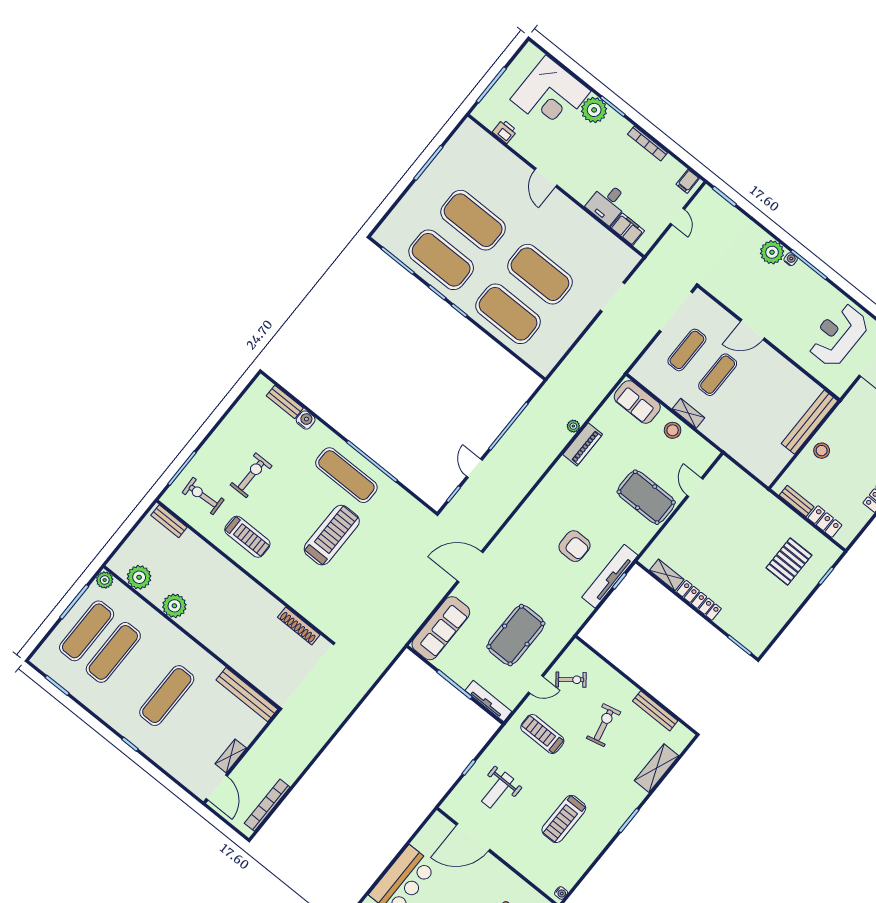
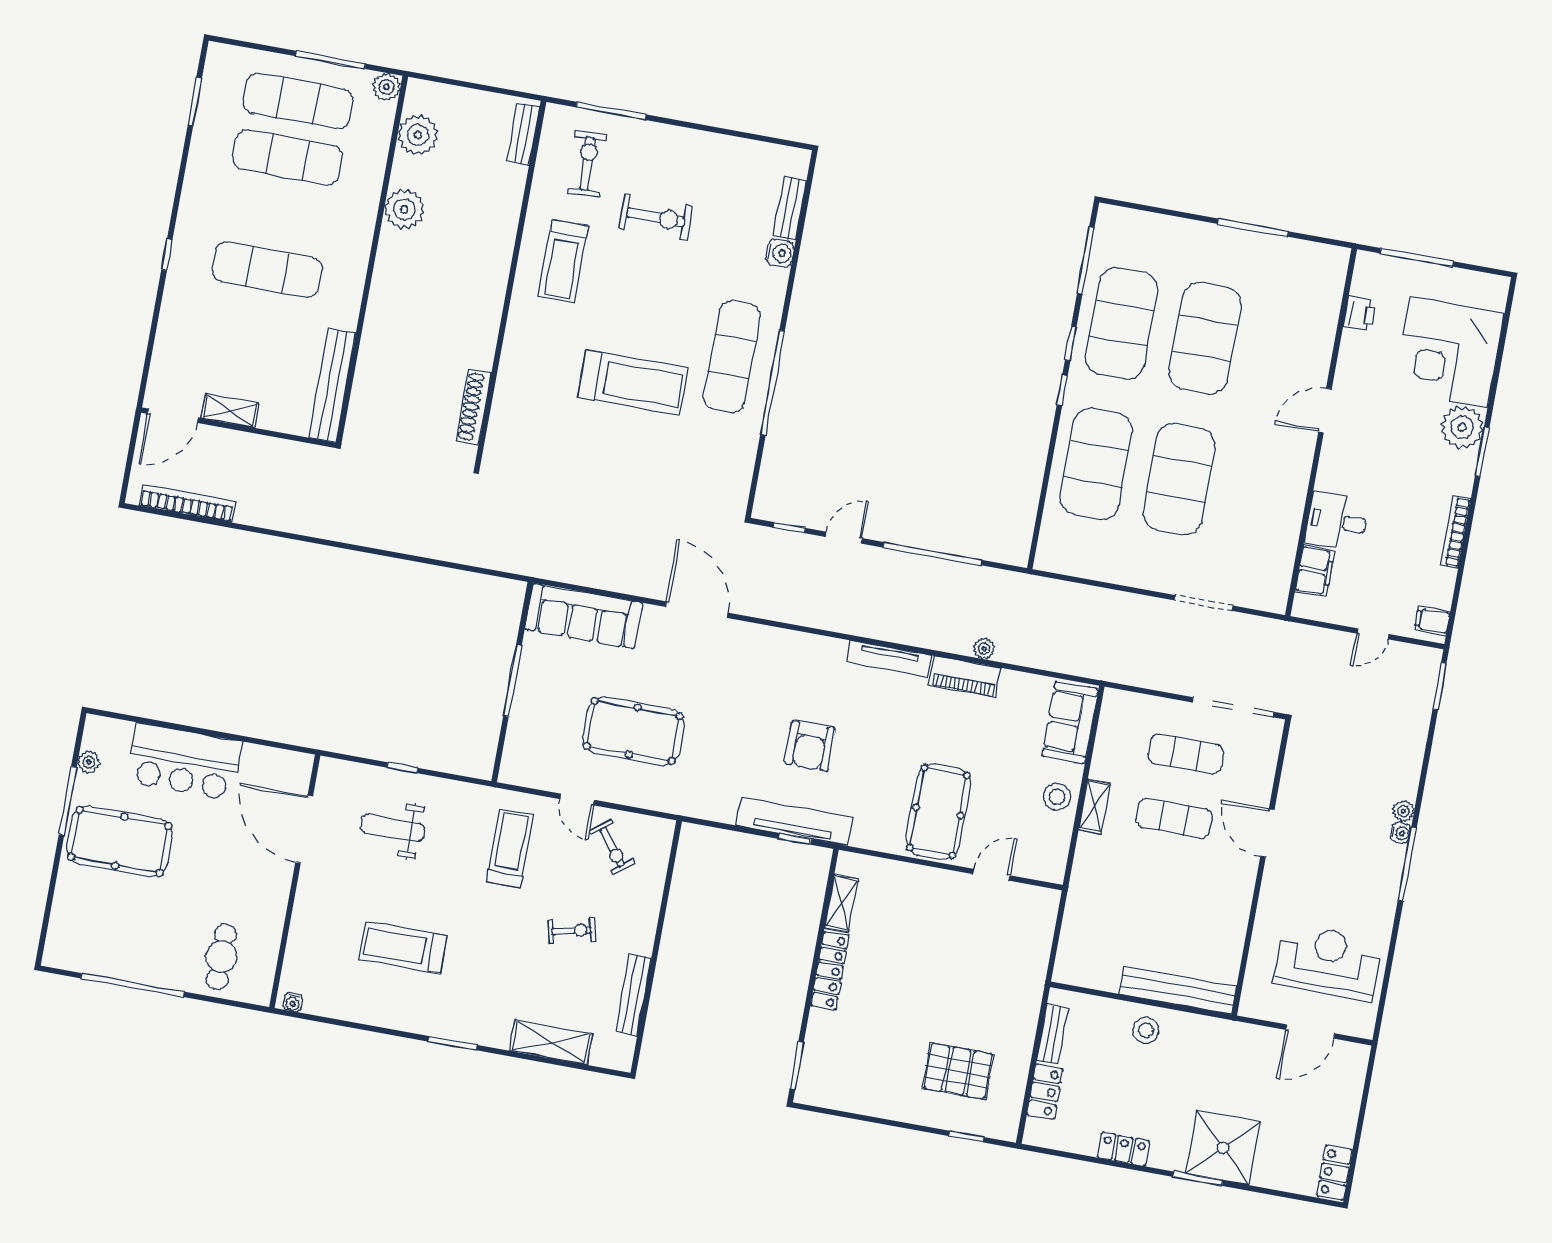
plant: (772, 252) -> (1403, 811), width x0.53, depth x0.53
tv unit: (488, 701) -> (889, 659), moved, turned 90
exercise bike: (604, 725) -> (572, 931), width x0.73, depth x0.72

